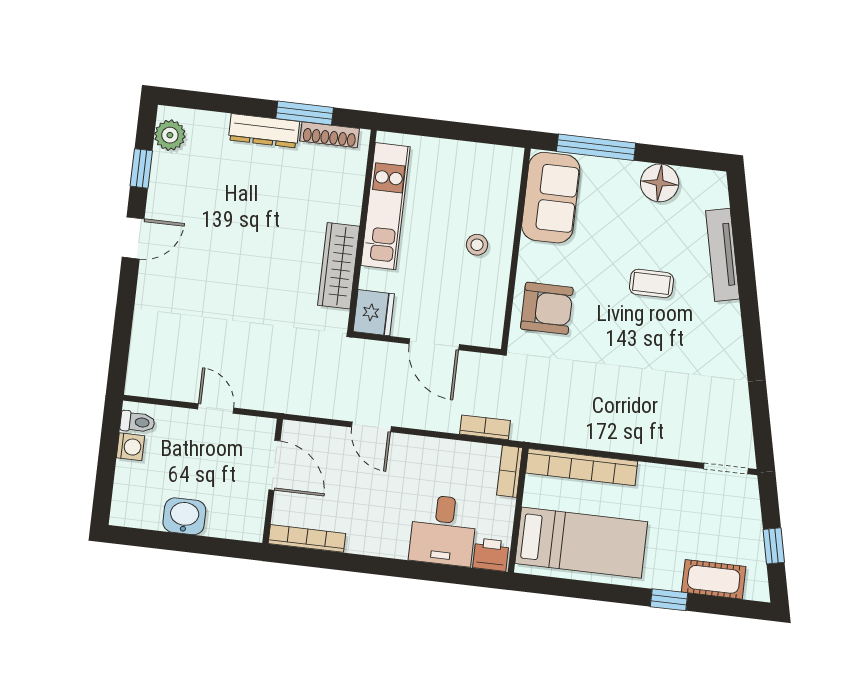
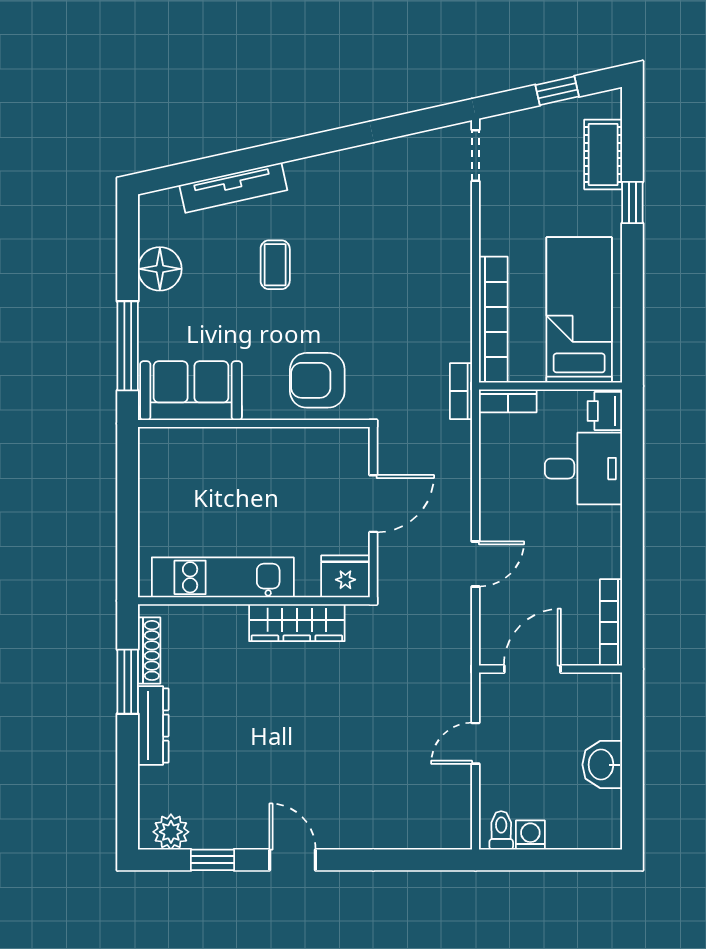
stool: (477, 245) -> (254, 468), removed
armchair: (547, 308) -> (317, 380), turned -90
bookcase: (485, 427) -> (461, 391), moved

